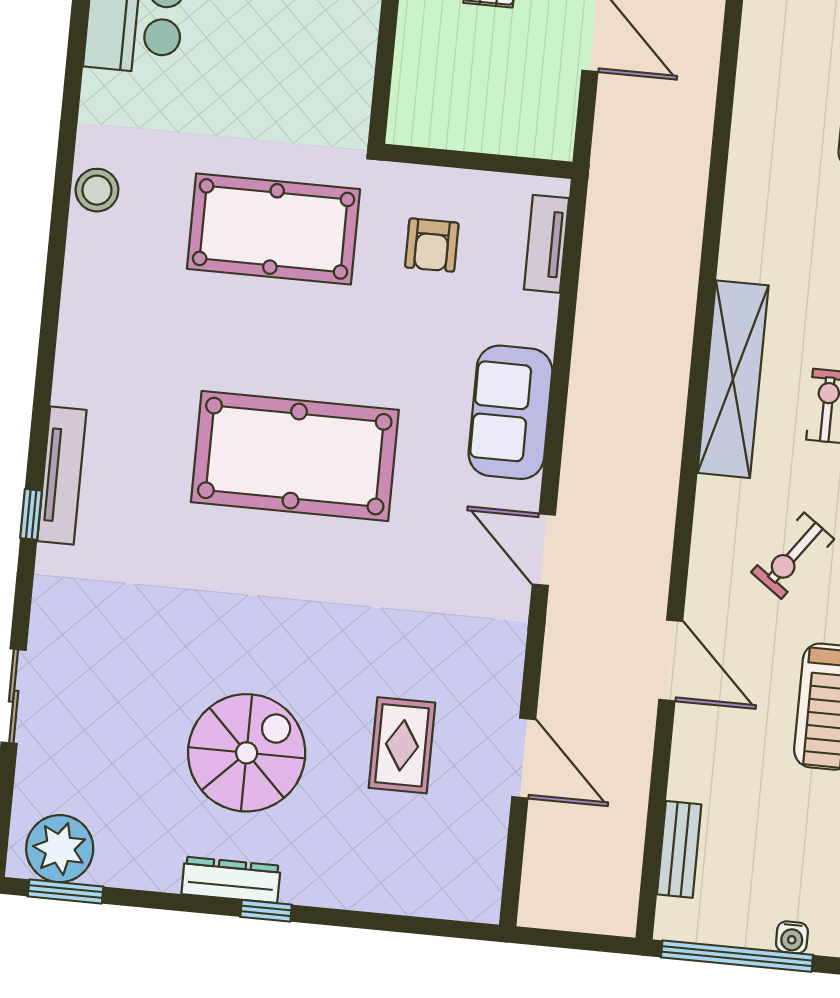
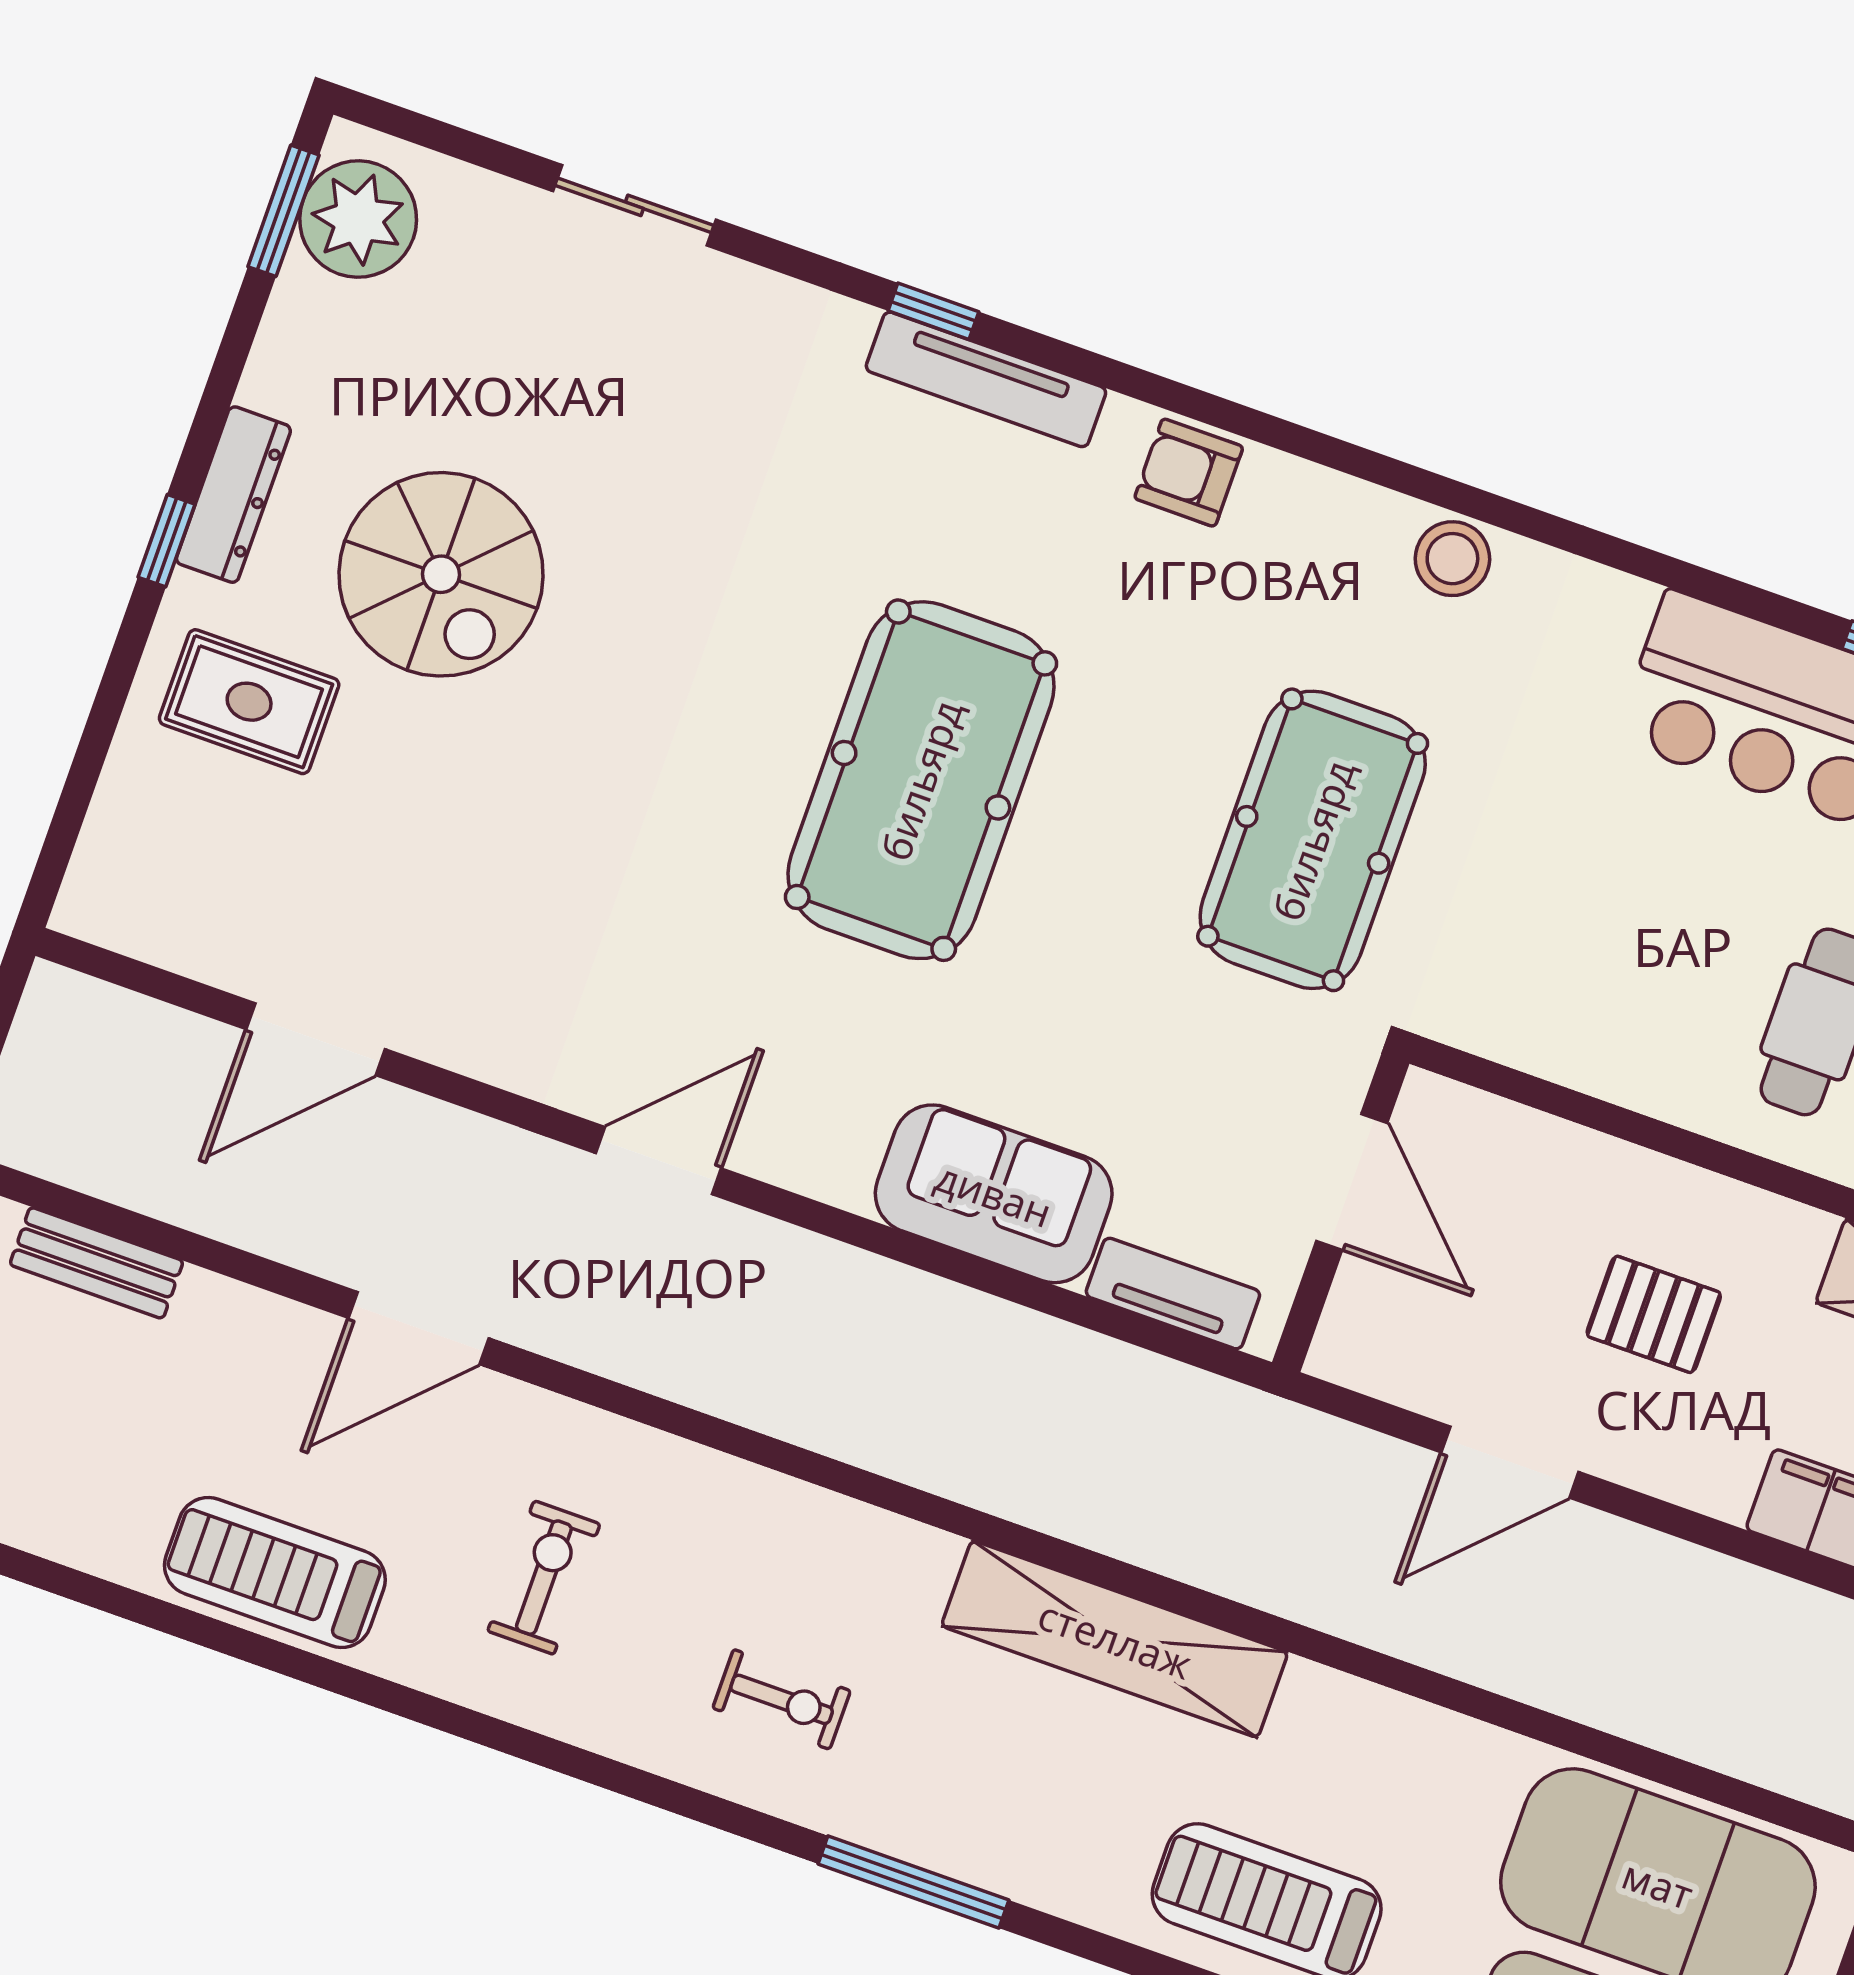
door: (459, 159) -> (1352, 1182), added
armchair: (432, 245) -> (1189, 473), moved
shelving: (733, 379) -> (1115, 1639), moved
sofa: (510, 412) -> (994, 1194), moved
exercise bike: (793, 556) -> (544, 1578), turned 54
rug: (402, 745) -> (249, 702), moved

